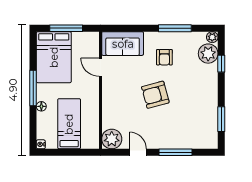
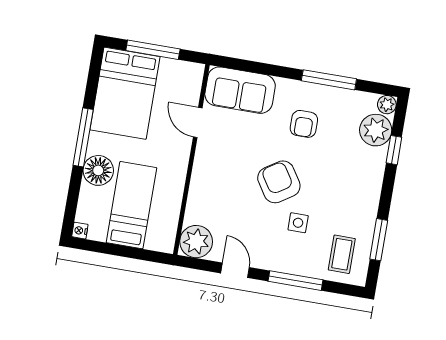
armchair: (155, 95) -> (279, 182), turned 72
floor lamp: (41, 106) -> (98, 170), width x1.89, depth x1.89
side table: (171, 117) -> (298, 223), added
coffee table: (201, 132) -> (342, 254), added

